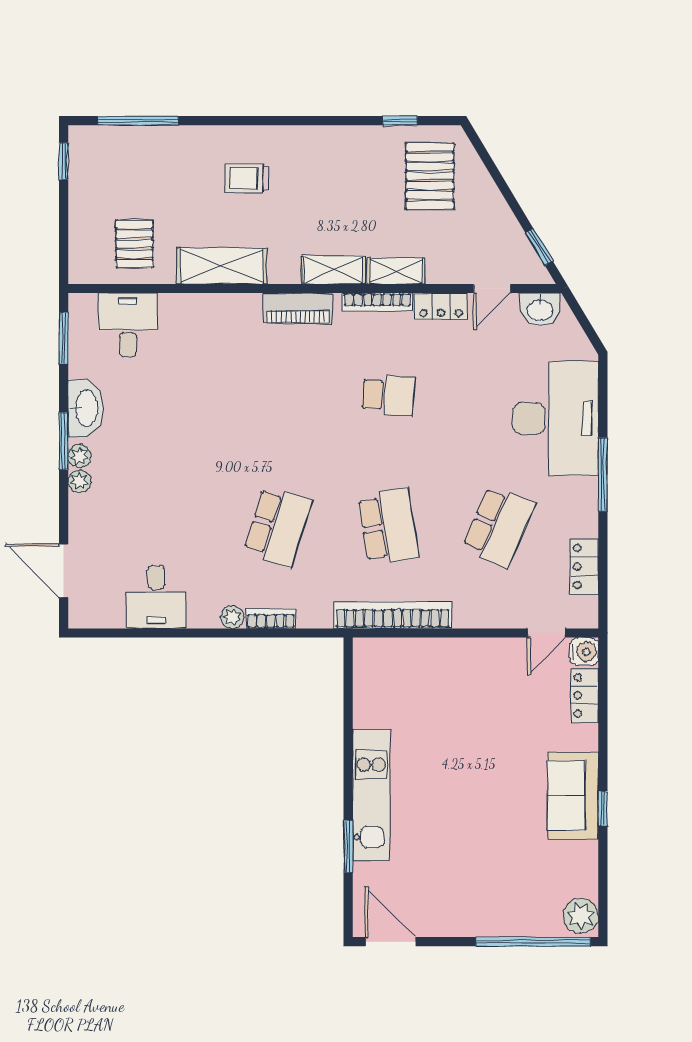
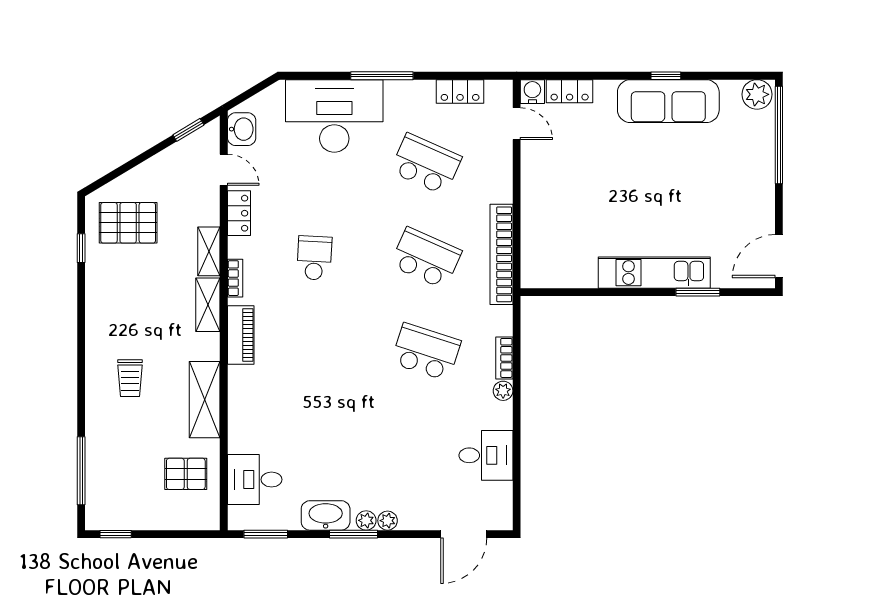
bookcase: (377, 302) -> (235, 278), width x0.64
school desk: (388, 526) -> (426, 258), turned 33
sofa: (573, 796) -> (668, 101), width x1.36

